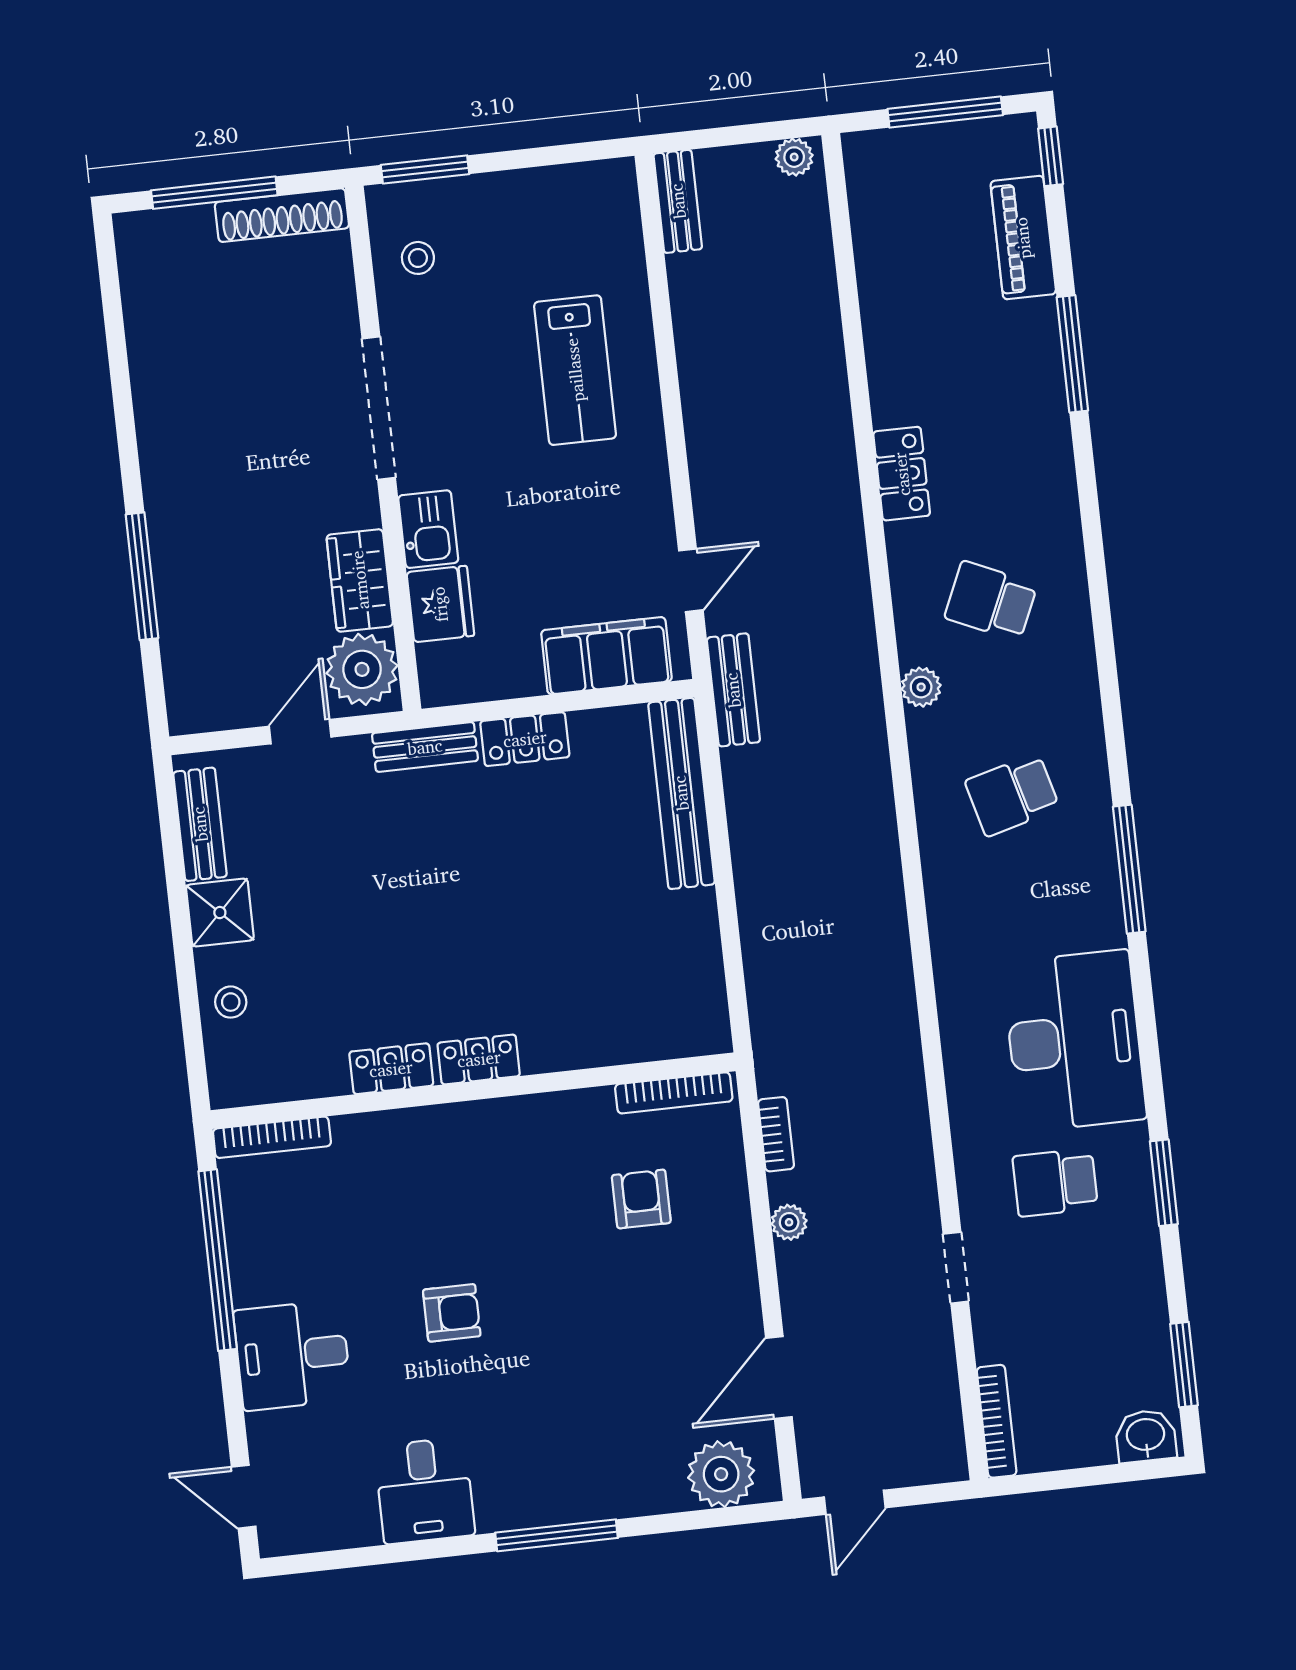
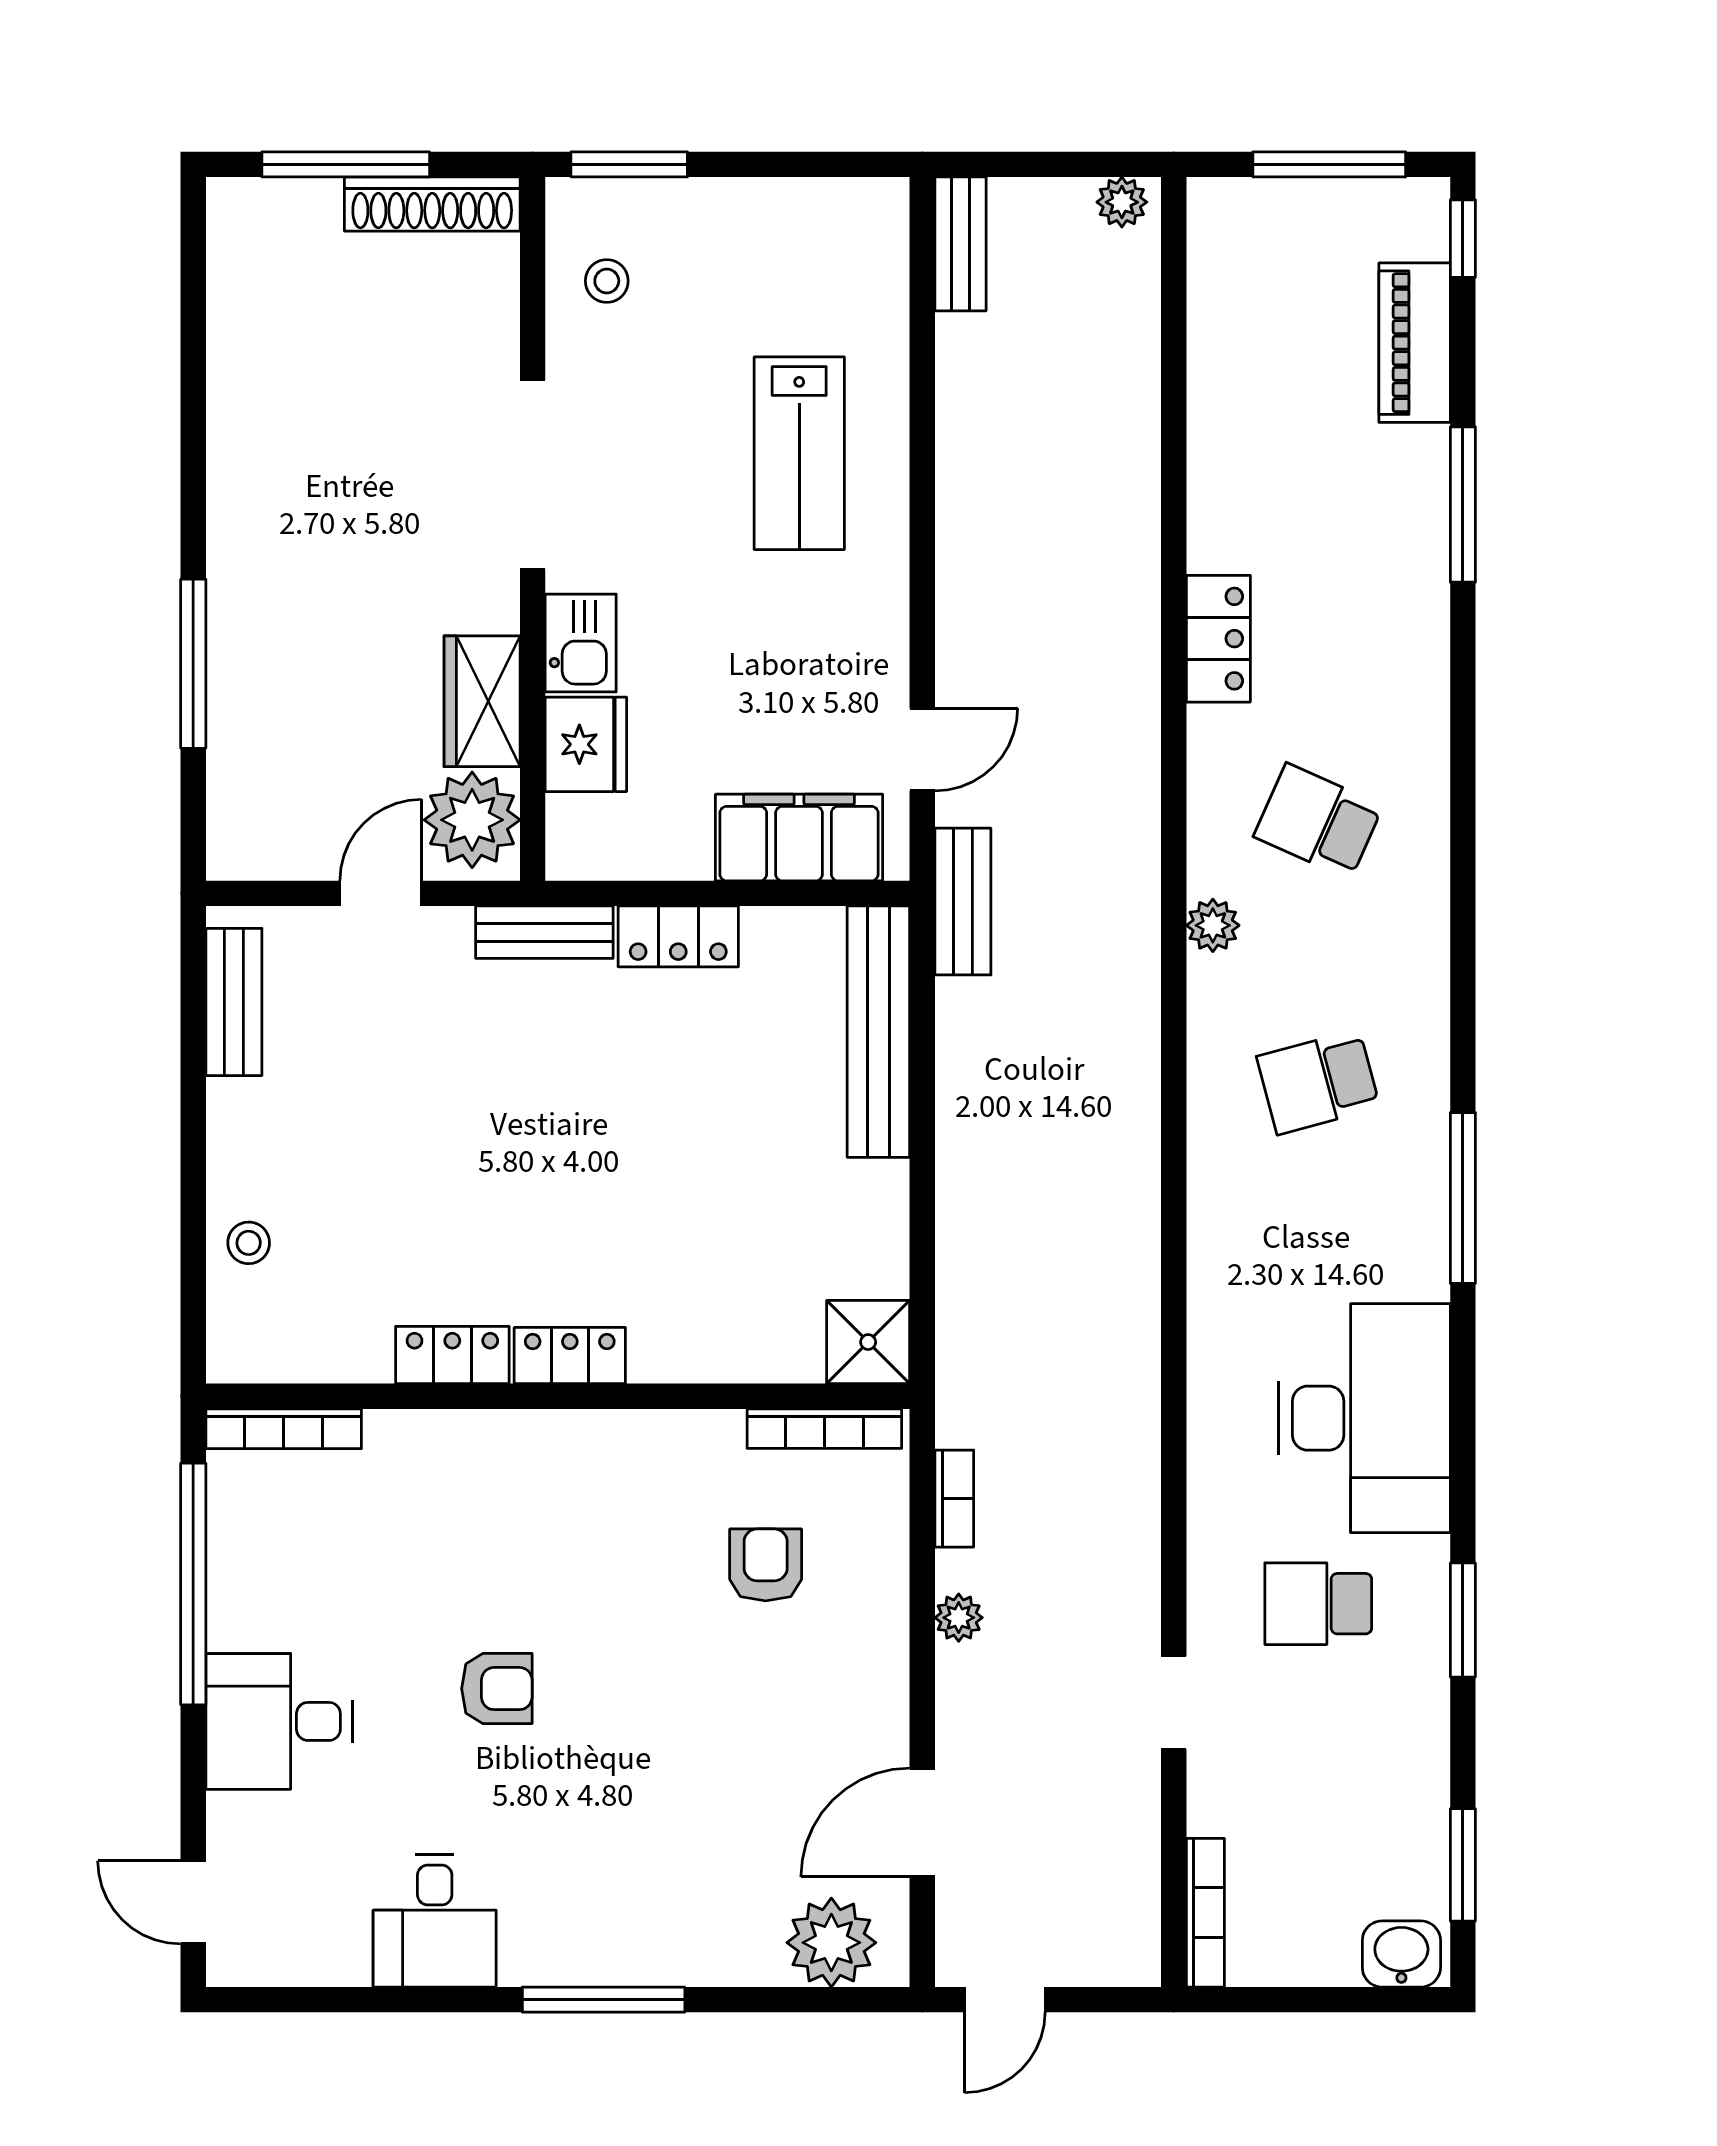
shower: (220, 913) -> (868, 1342), moved

